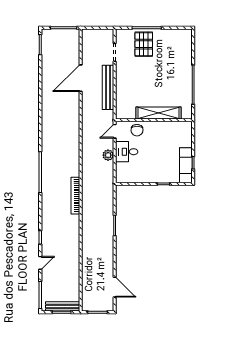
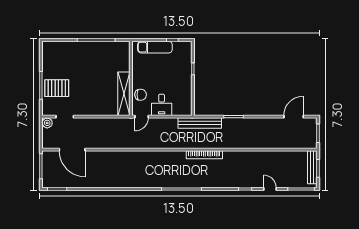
door: (81, 78) -> (72, 150), moved
bench: (108, 87) -> (200, 123), moved
shelving: (159, 113) -> (124, 94), moved
door: (115, 131) -> (142, 117), hinge flipped
plant: (108, 155) -> (47, 123), moved
exam couch: (186, 165) -> (155, 47), moved

